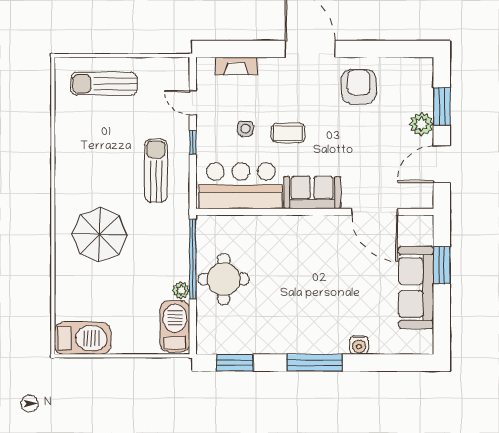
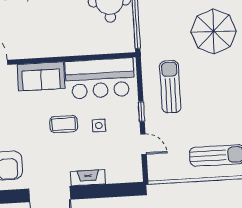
fireplace: (236, 66) -> (88, 178), moved
sun lounger: (156, 171) -> (170, 87), turned 180

